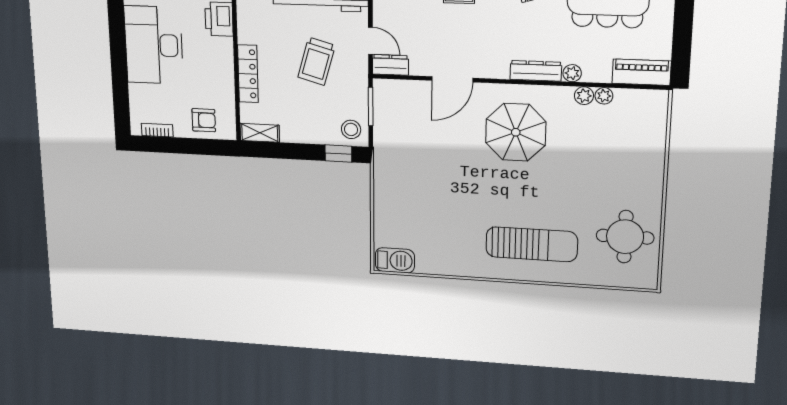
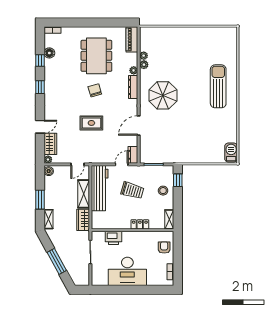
locker: (248, 74) -> (140, 224), width x0.66
door: (452, 79) -> (139, 126), swing flipped
stool: (351, 129) -> (163, 191), moved
round table: (625, 237) -> (212, 43), removed

